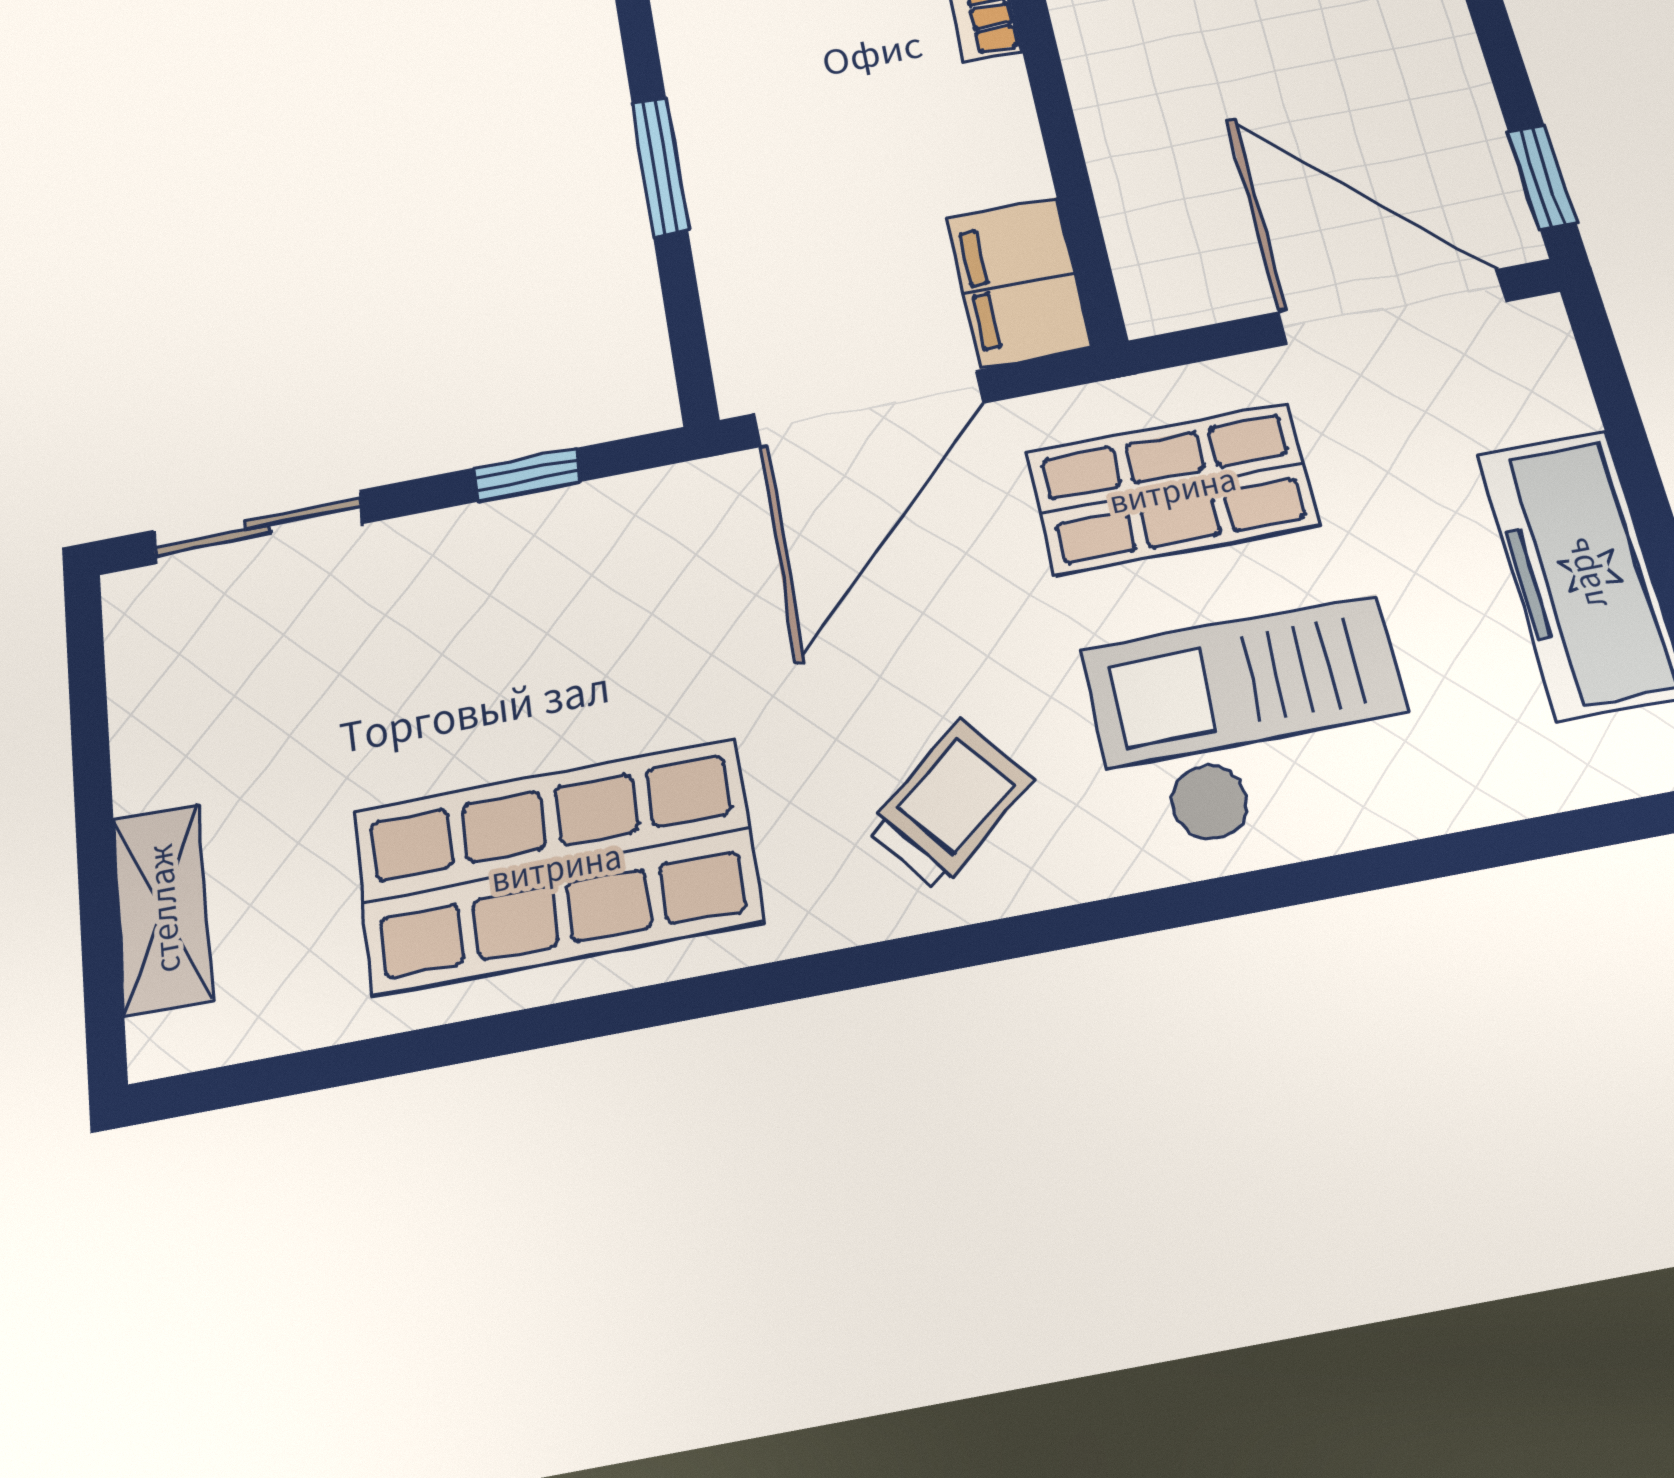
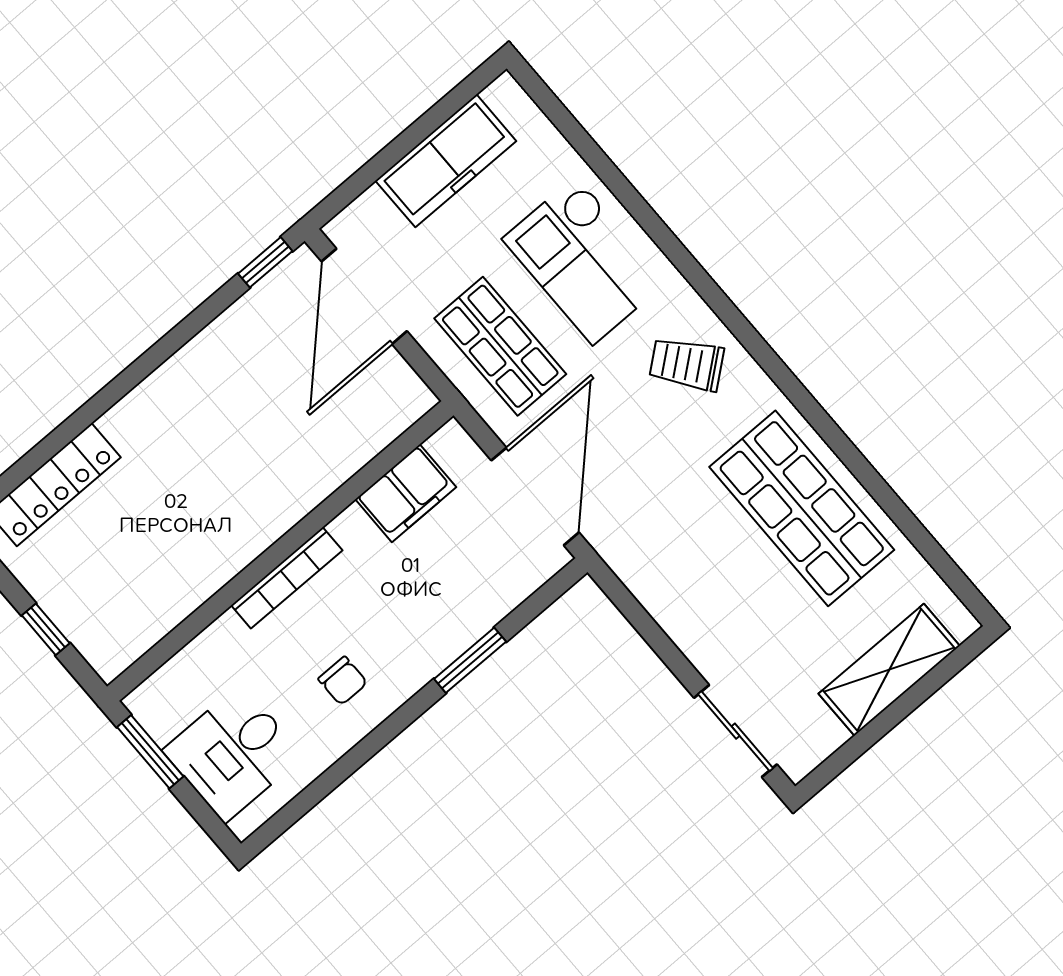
filing cabinet: (1019, 282) -> (406, 493), moved
door: (868, 409) -> (535, 496), hinge flipped
window: (527, 475) -> (647, 627), removed
shelving: (162, 909) -> (889, 670), width x1.50, depth x1.33

